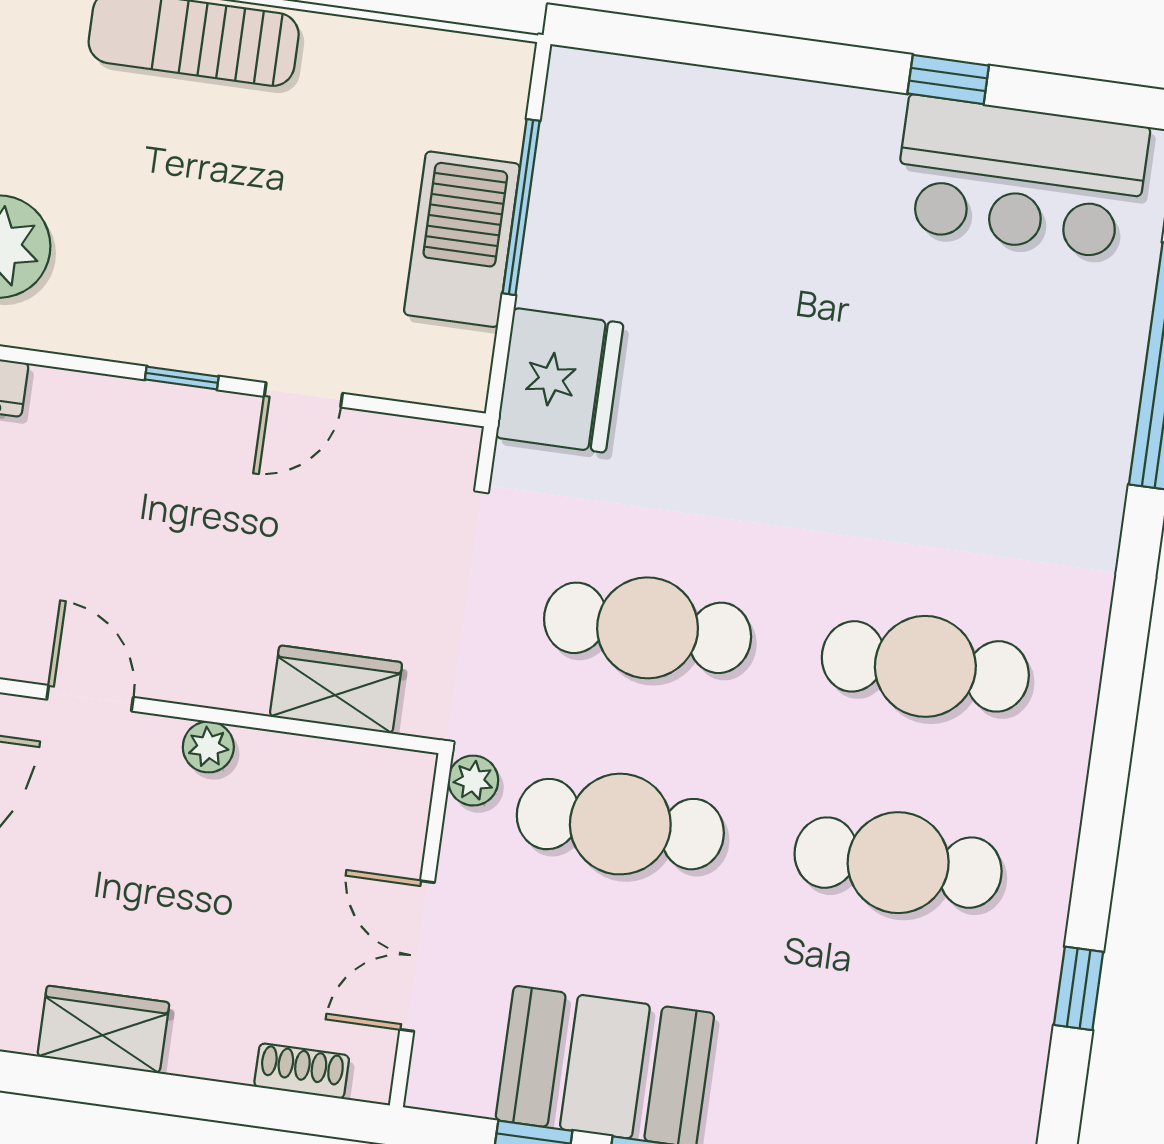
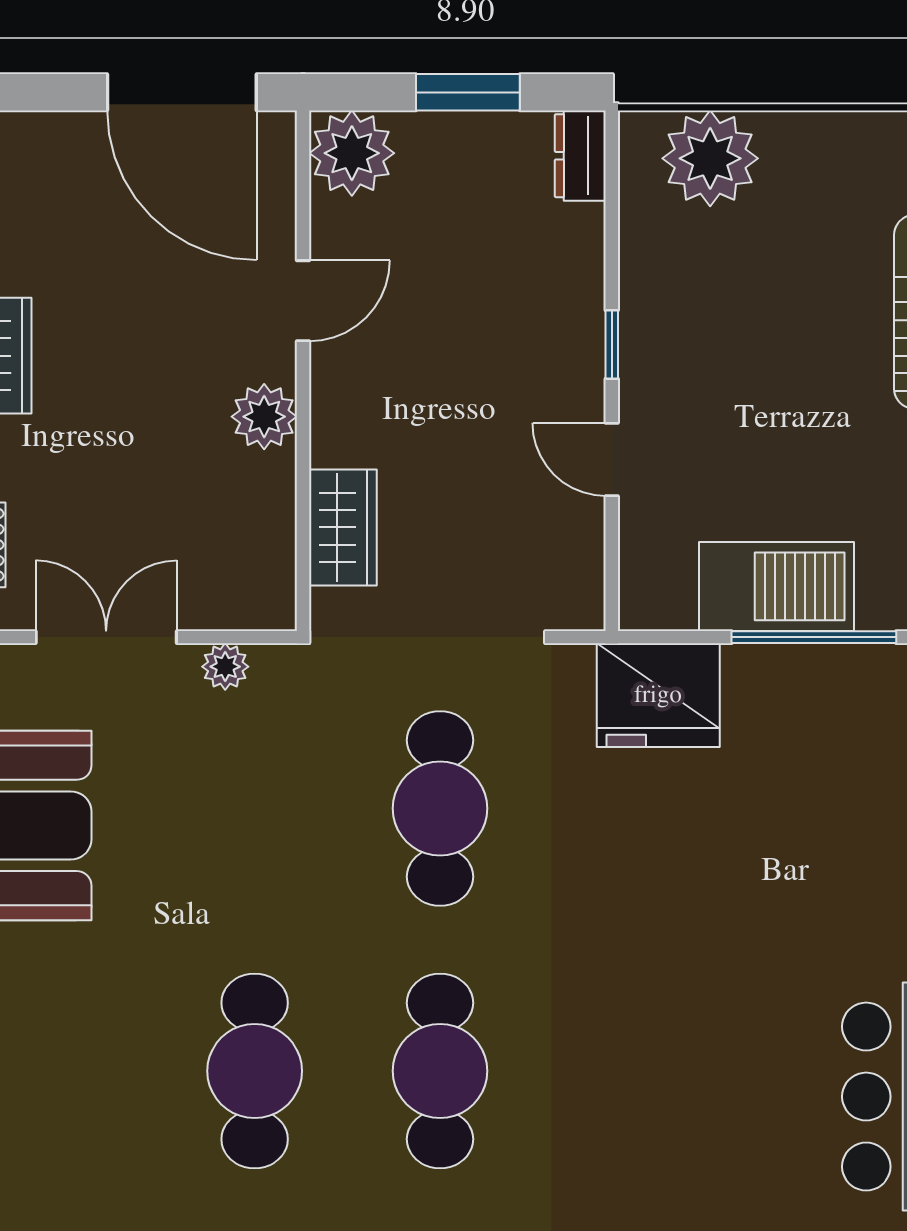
plant: (208, 747) -> (264, 417), width x1.38, depth x1.38
plant: (473, 781) -> (225, 667), moved
cafe table: (620, 824) -> (255, 808), removed

